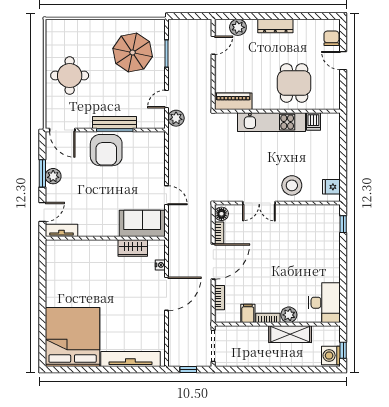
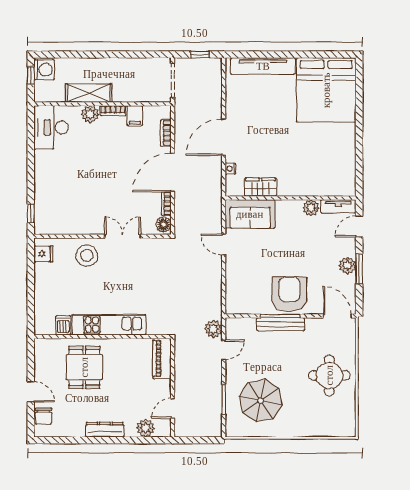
piano: (233, 101) -> (162, 359), moved, turned 90
plant: (86, 229) -> (311, 208), added

